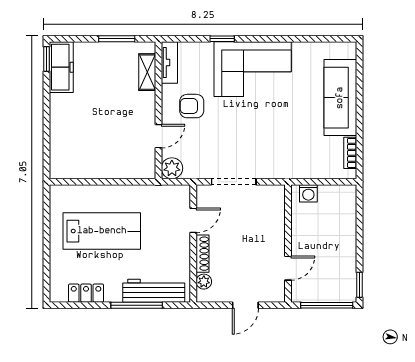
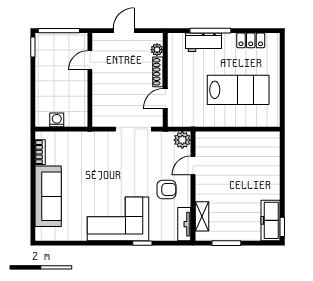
washing machine: (308, 193) -> (57, 120), moved
lab bench: (102, 231) -> (238, 90), turned 180
workbench: (154, 291) -> (203, 42), width x0.73

